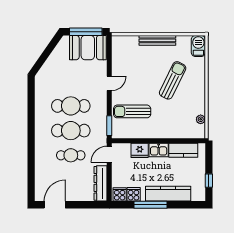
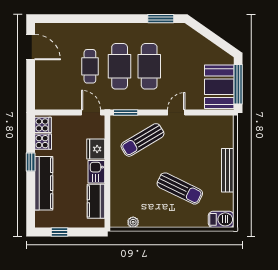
door: (109, 83) -> (176, 113), swing flipped
window: (31, 96) -> (161, 19), added
sun lounger: (132, 111) -> (143, 140), turned -121
dresser: (101, 183) -> (56, 102), removed
window: (151, 205) -> (31, 162), width x0.46

